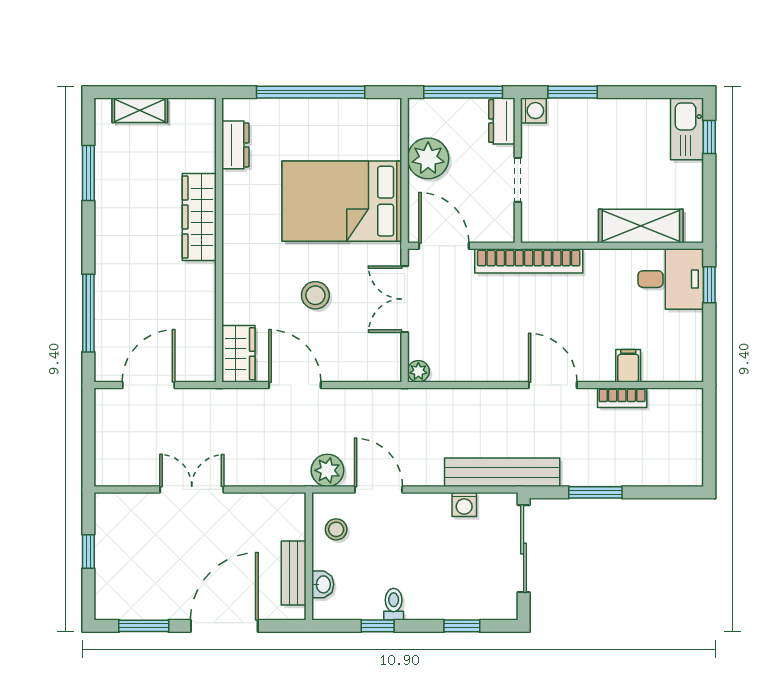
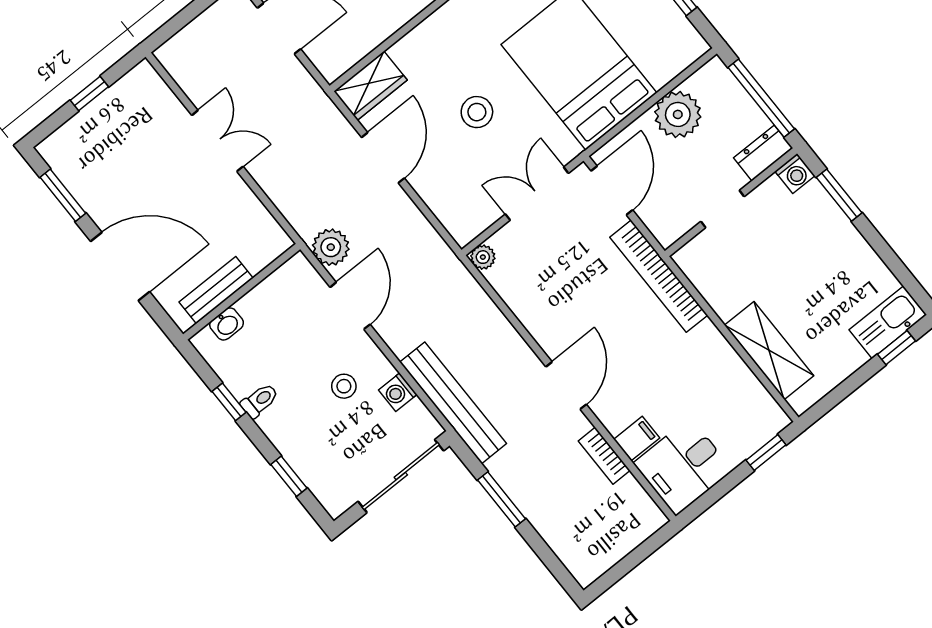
desk: (671, 279) -> (683, 467), moved, turned 90
stool: (336, 529) -> (344, 386), moved

